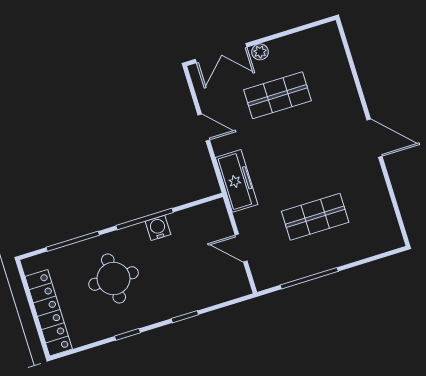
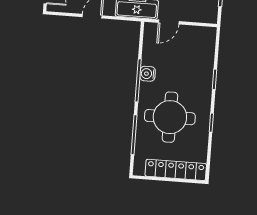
door: (241, 248) -> (169, 22), moved
round table: (113, 279) -> (170, 117), width x1.36, depth x1.36

